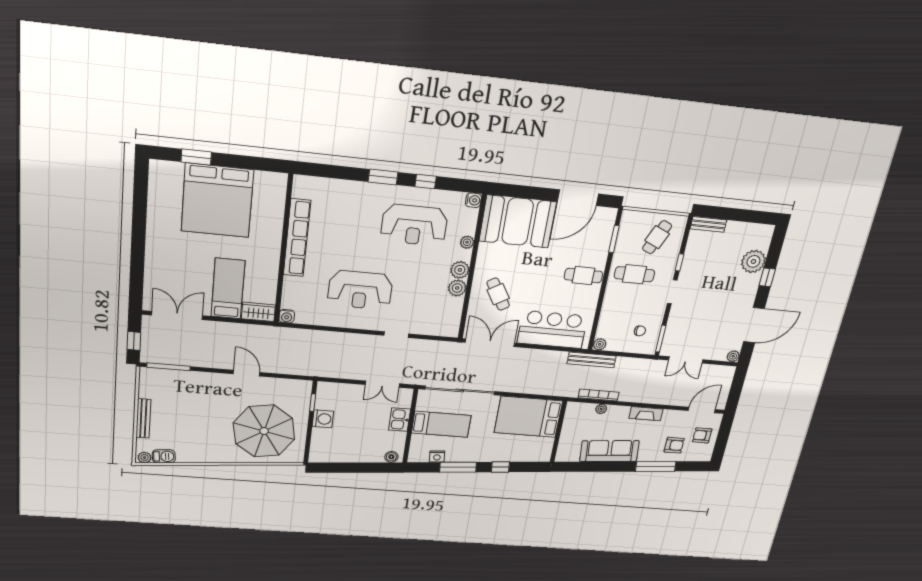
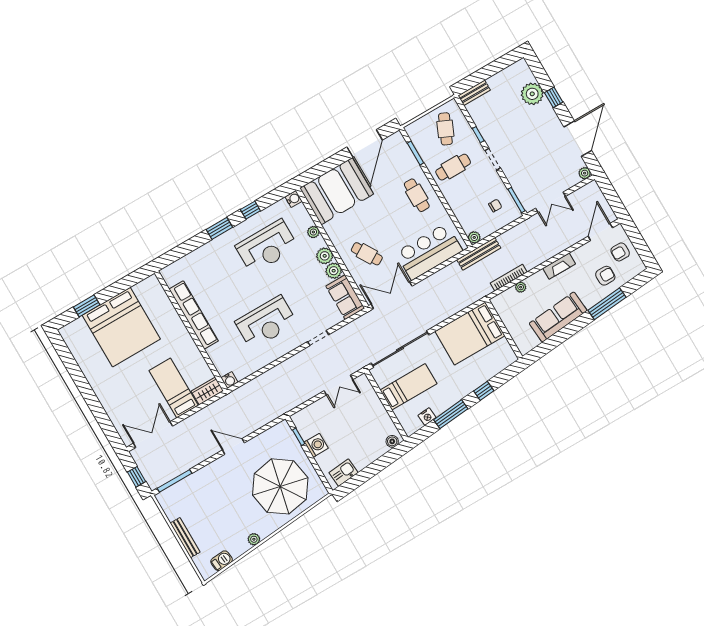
cafe table: (583, 276) -> (417, 195), turned 90
sofa: (449, 317) -> (345, 297), added
kitchen sink: (400, 420) -> (344, 473), moved, turned 85
plant: (145, 458) -> (254, 539), moved

